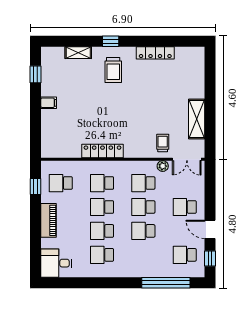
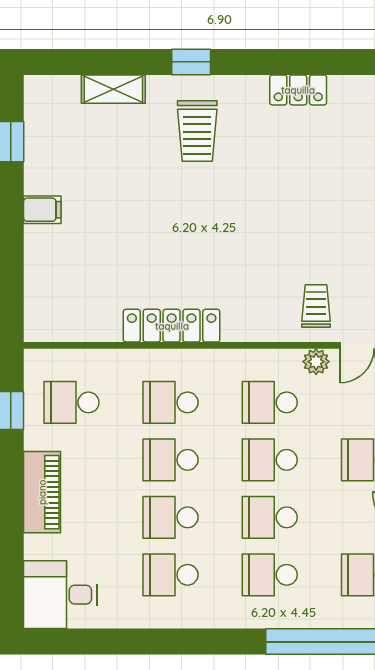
locker: (155, 53) -> (298, 90), width x0.66
school desk: (143, 255) -> (270, 575), added

